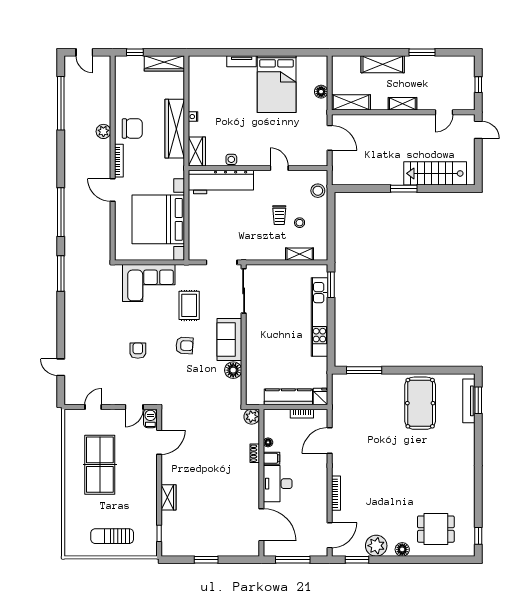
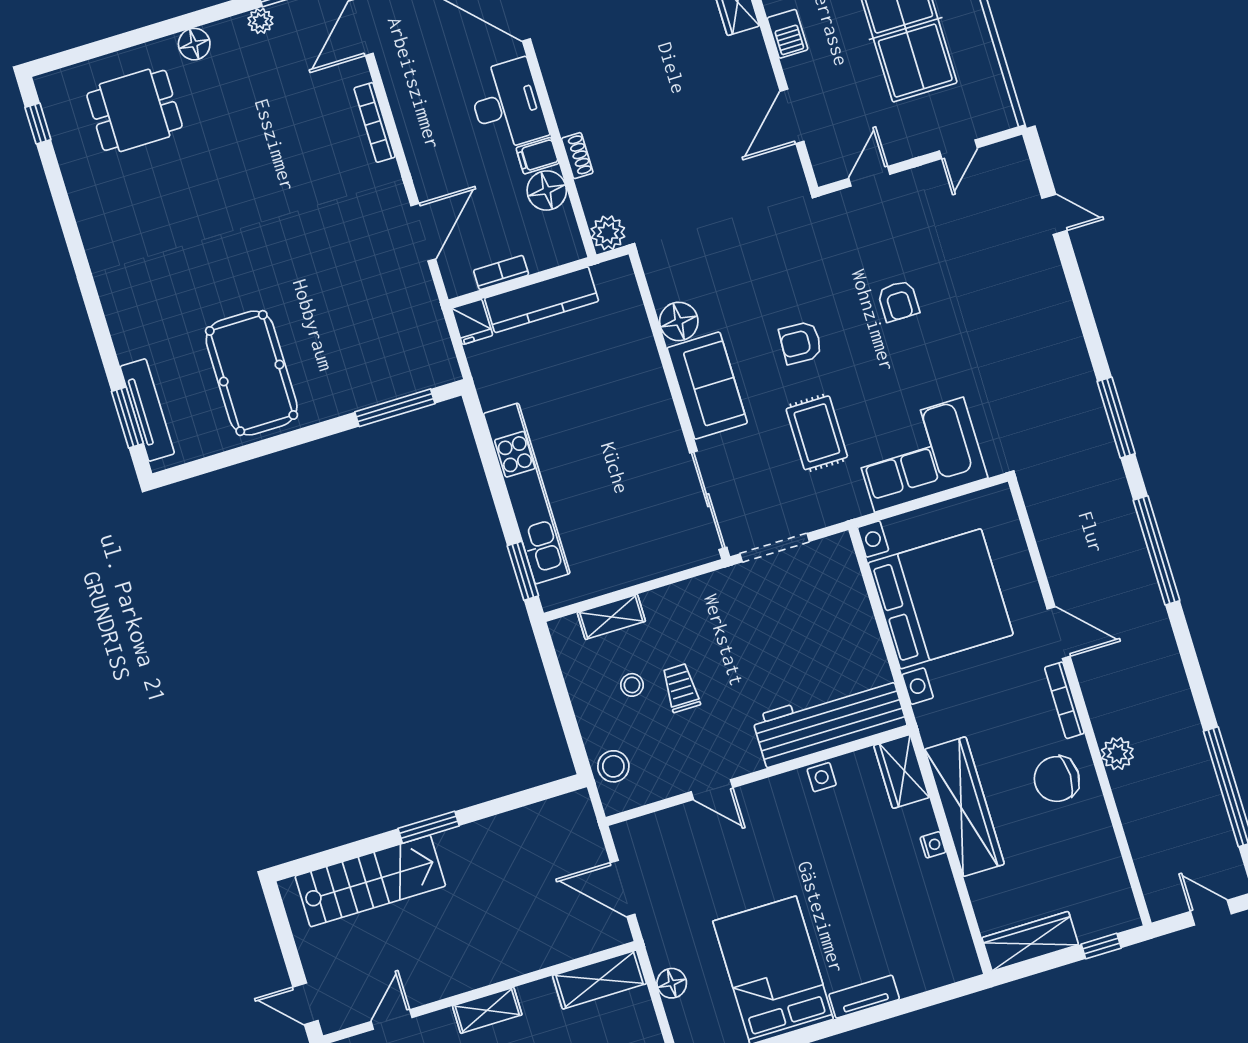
barbecue: (150, 418) -> (788, 34), moved
floor lamp: (268, 442) -> (547, 190), width x1.89, depth x1.89
plant: (376, 546) -> (260, 21), width x0.53, depth x0.53

